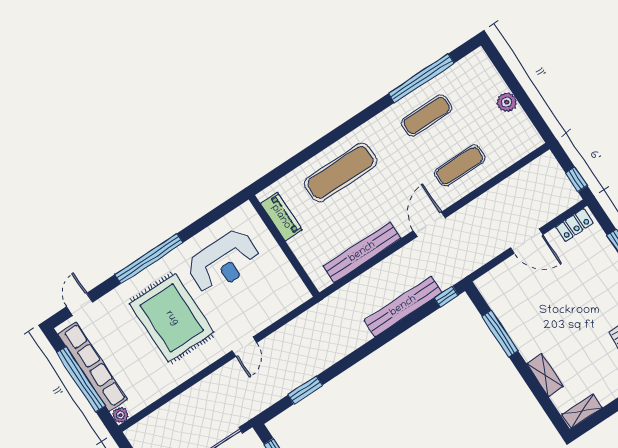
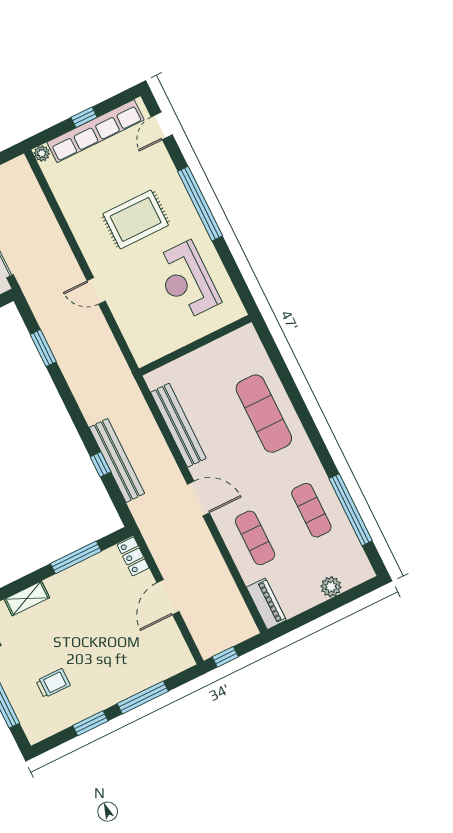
plant: (507, 102) -> (331, 587), moved
piano: (281, 217) -> (266, 604), moved, turned -90
locker: (574, 225) -> (133, 556), moved
window: (446, 297) -> (100, 464), moved
door: (80, 304) -> (162, 126), swing flipped
rug: (172, 318) -> (136, 219), width x0.73, depth x0.69
window: (81, 379) -> (84, 117), width x0.32

